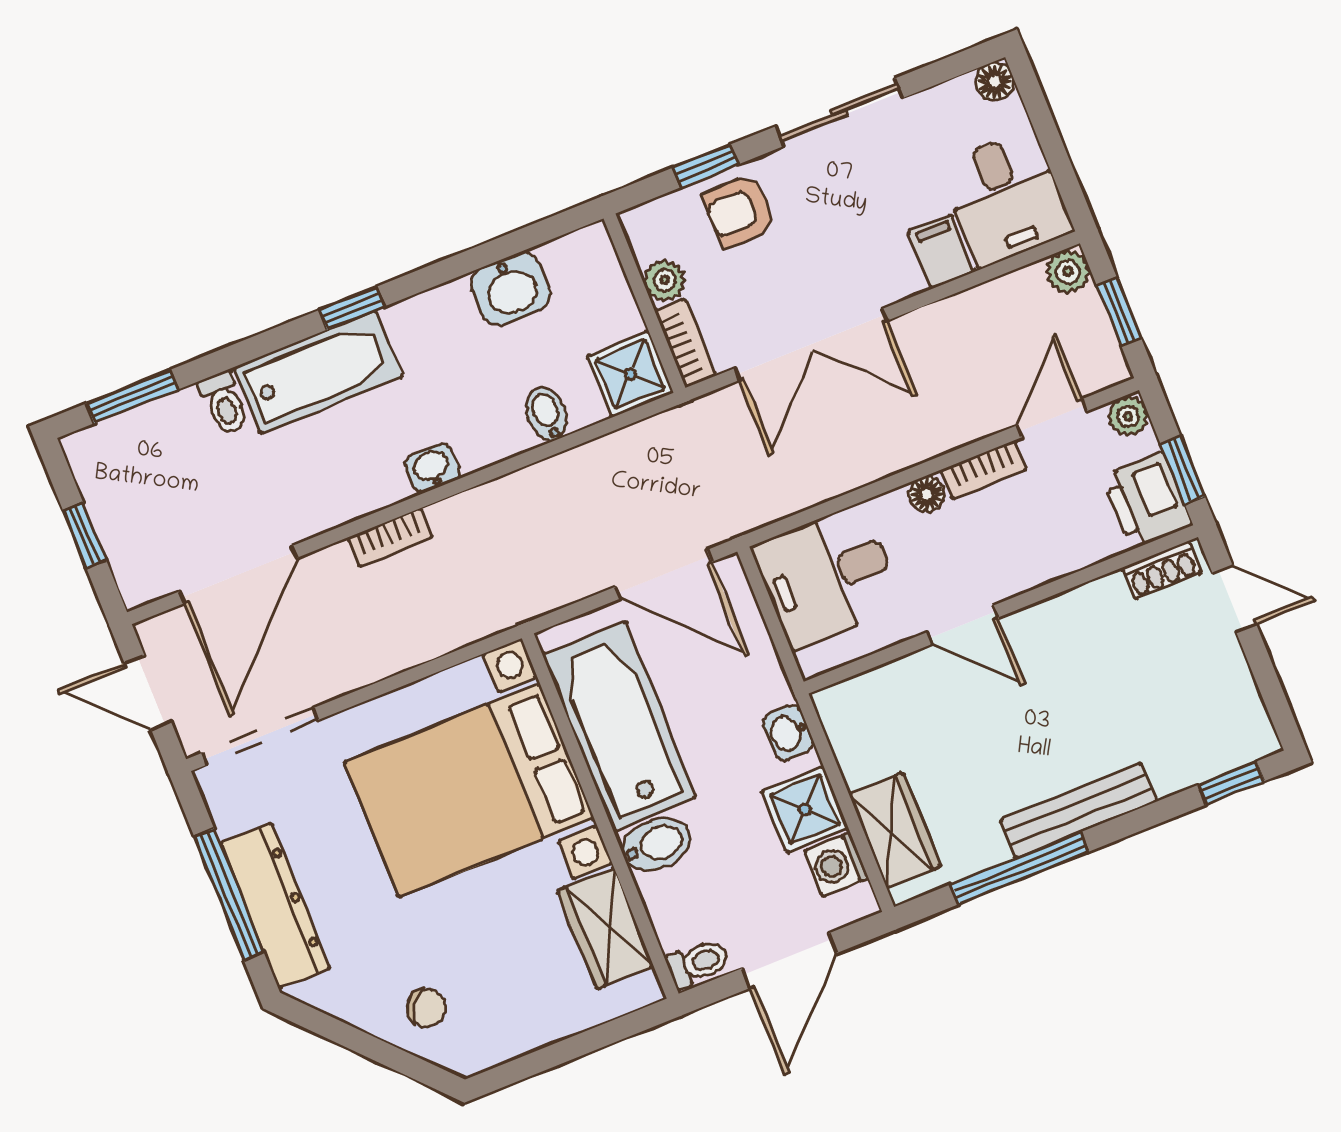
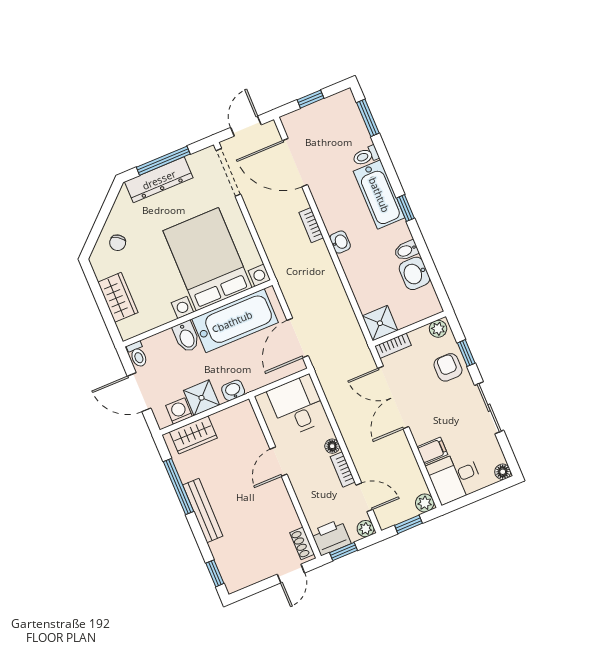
plant: (665, 280) -> (438, 329), moved
bidet: (547, 414) -> (406, 250), moved, turned 180
wardrobe: (605, 928) -> (118, 297), moved, turned 90

